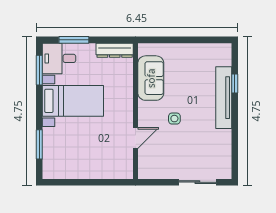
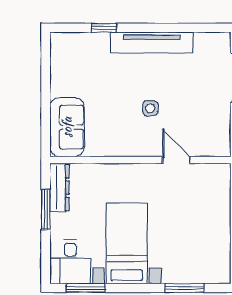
window: (74, 40) -> (46, 209), moved
sofa: (151, 78) -> (67, 127), moved, turned 90
tv unit: (224, 98) -> (152, 43), moved

